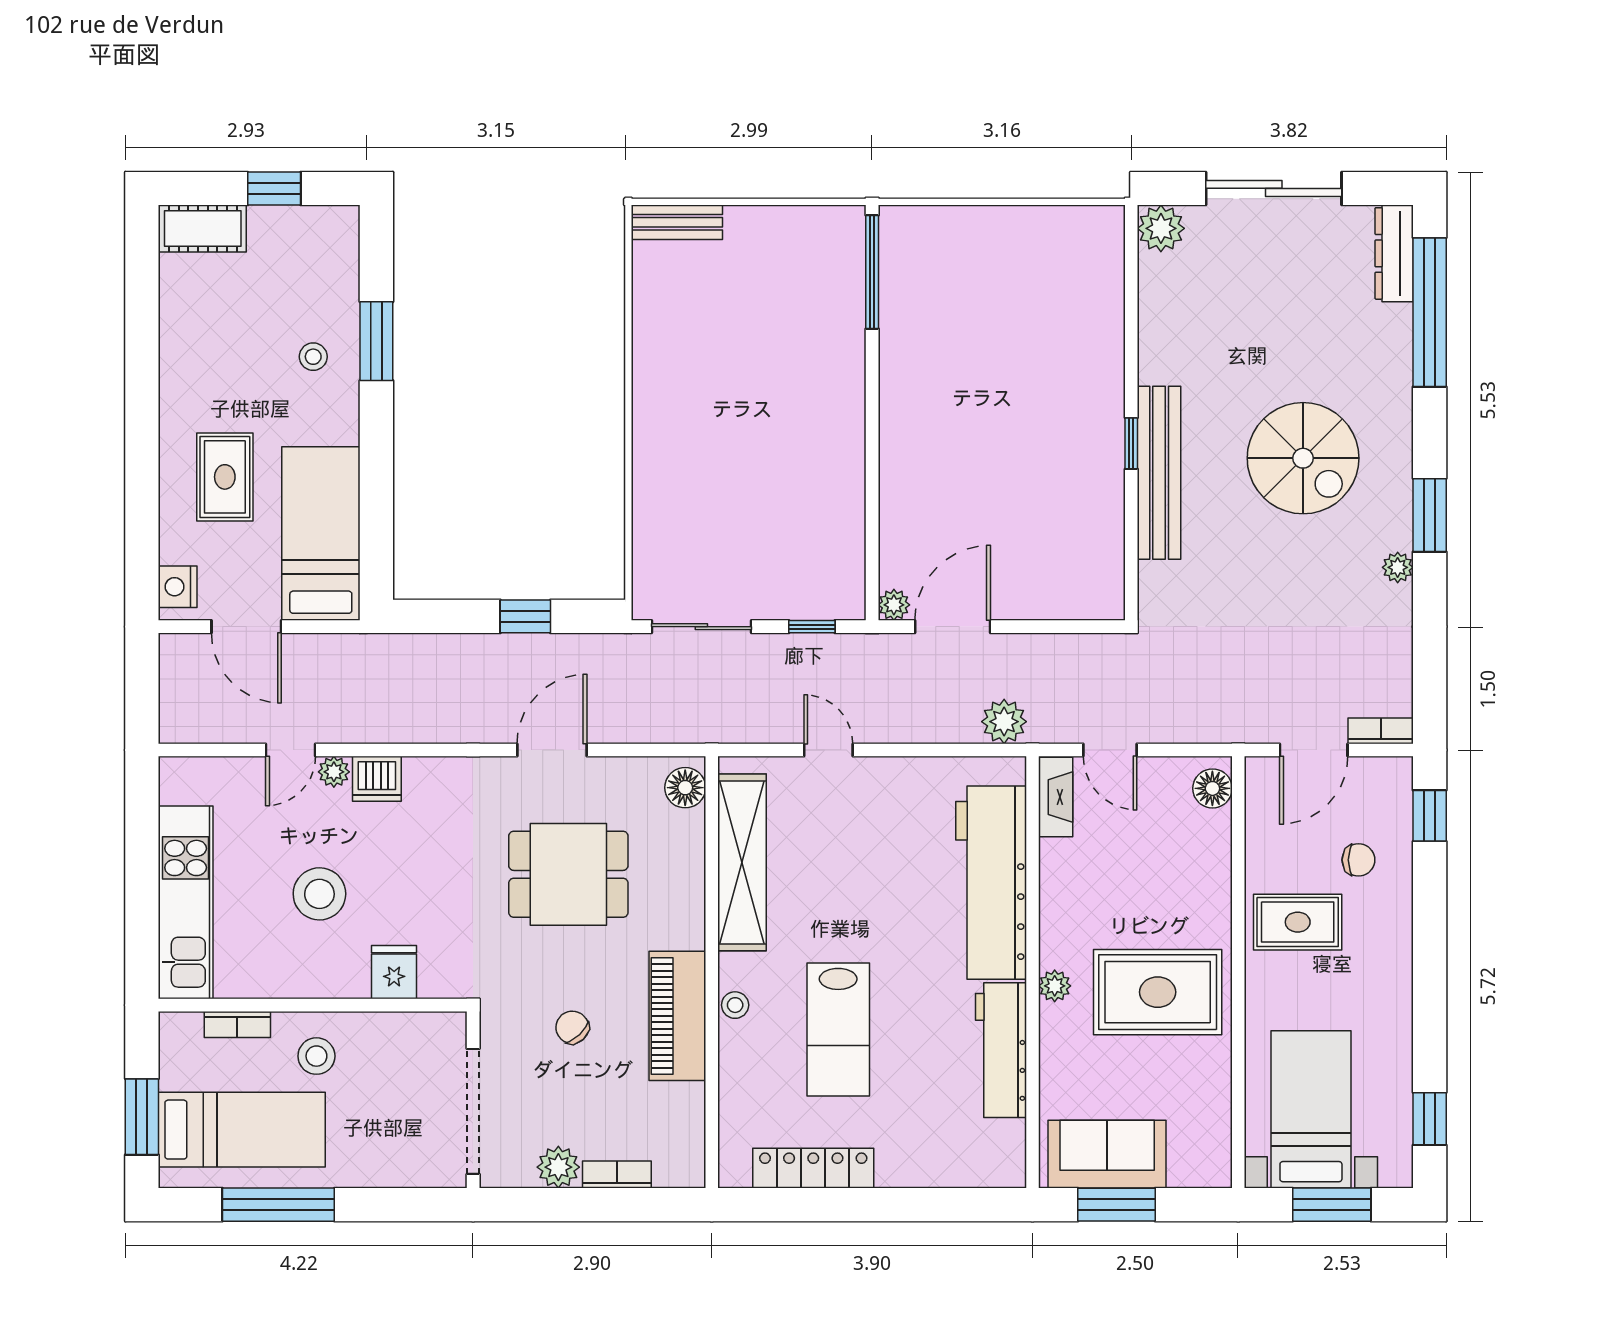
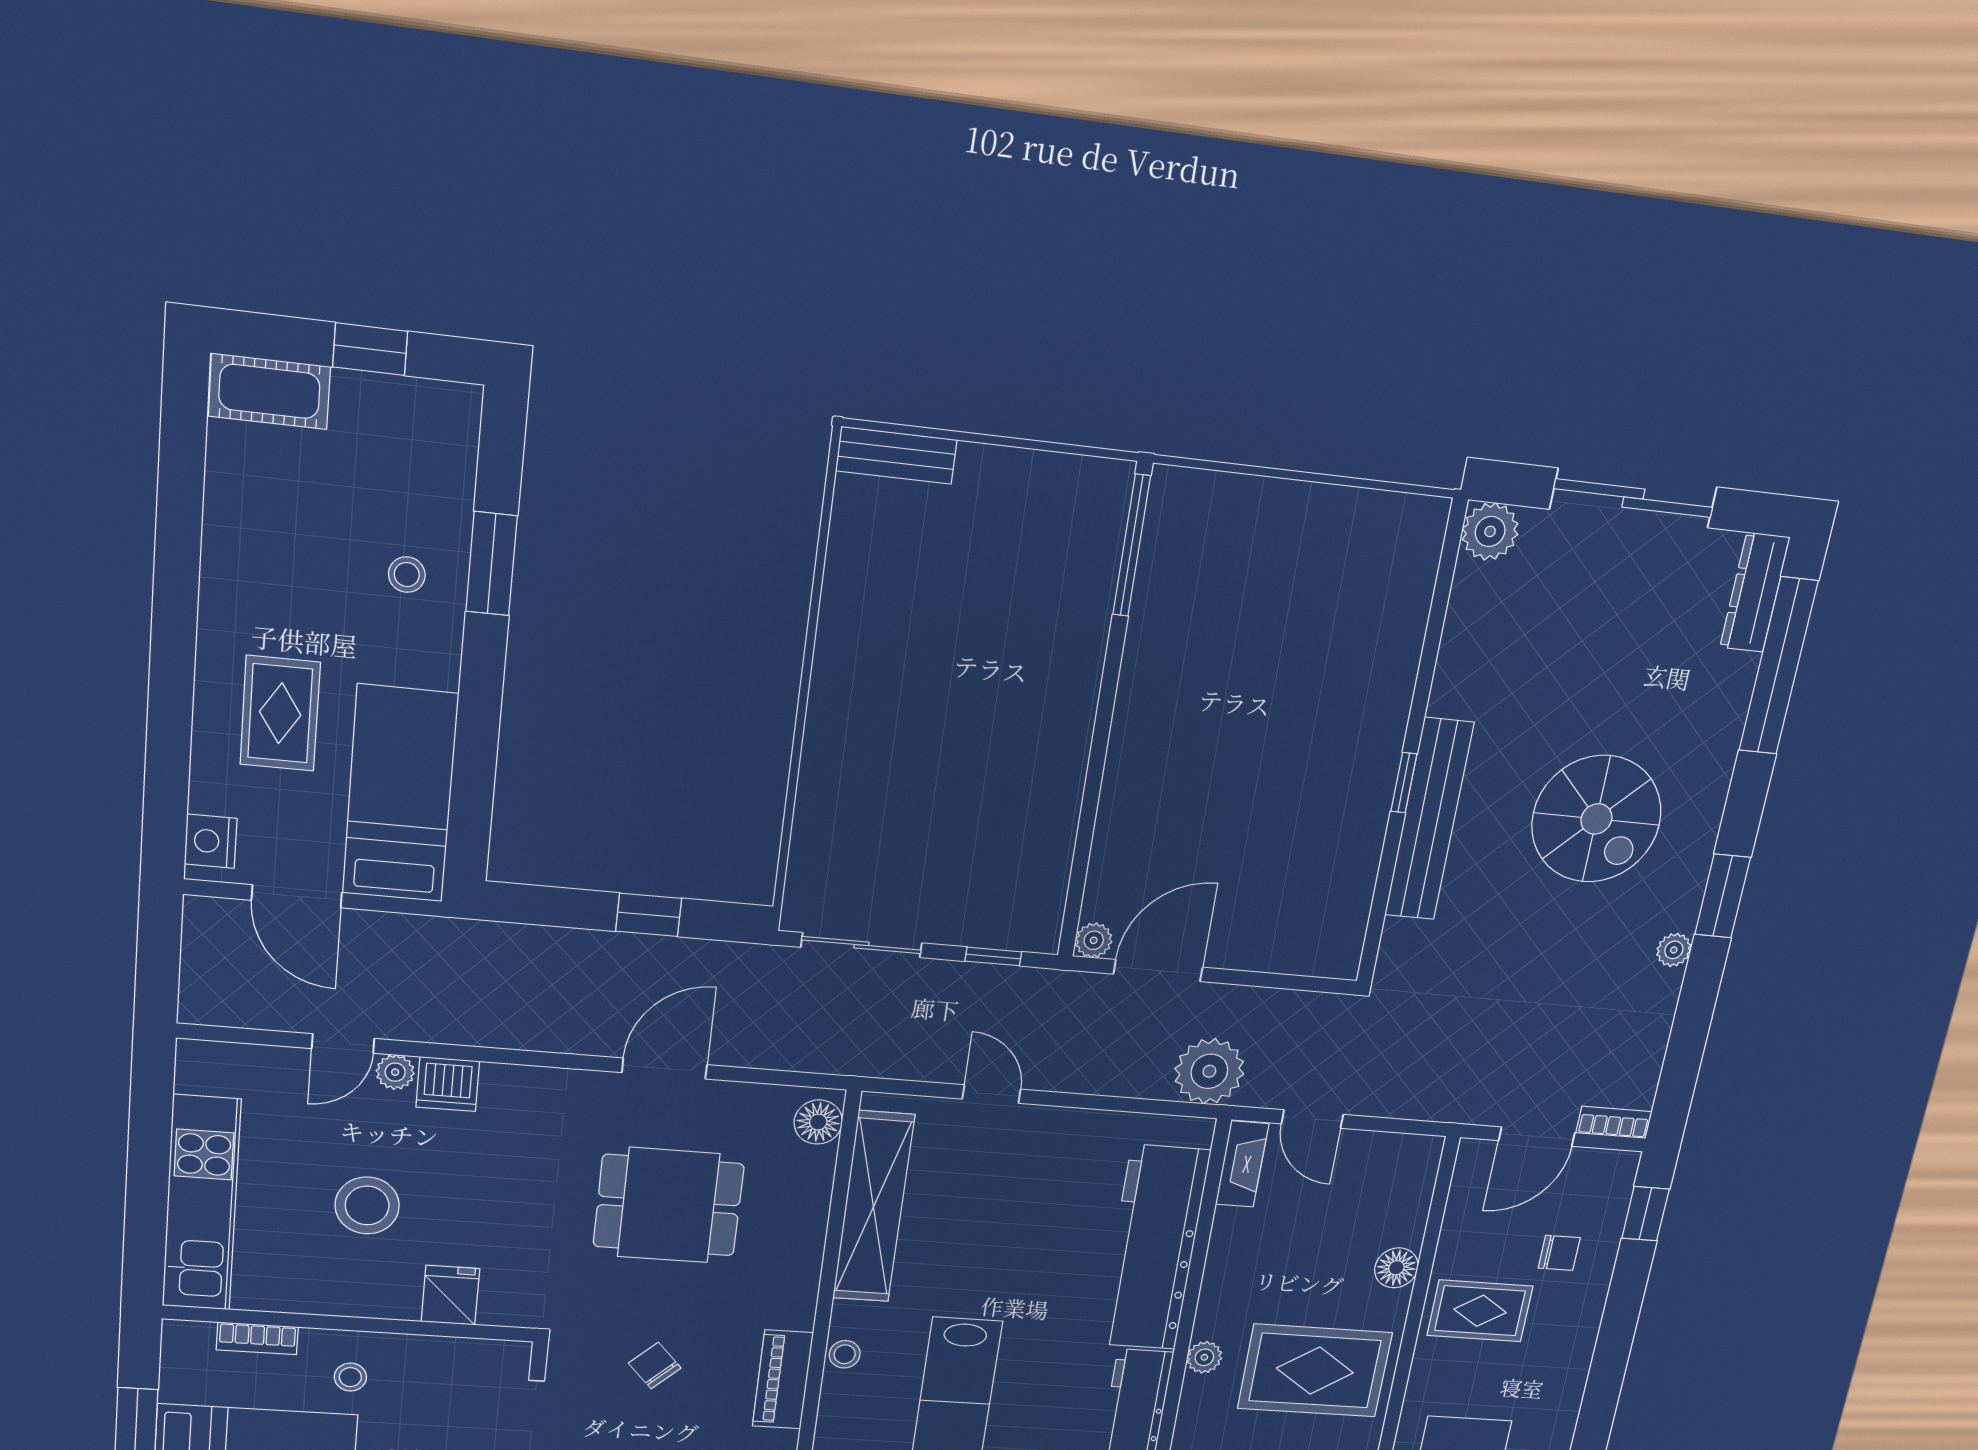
plant: (1004, 722) -> (1209, 1071), width x1.36, depth x1.36
floor lamp: (1212, 788) -> (1396, 1268), moved
piano: (677, 1016) -> (783, 1379), width x0.73, depth x0.75
stool: (316, 1056) -> (350, 1377), width x0.73, depth x0.73

